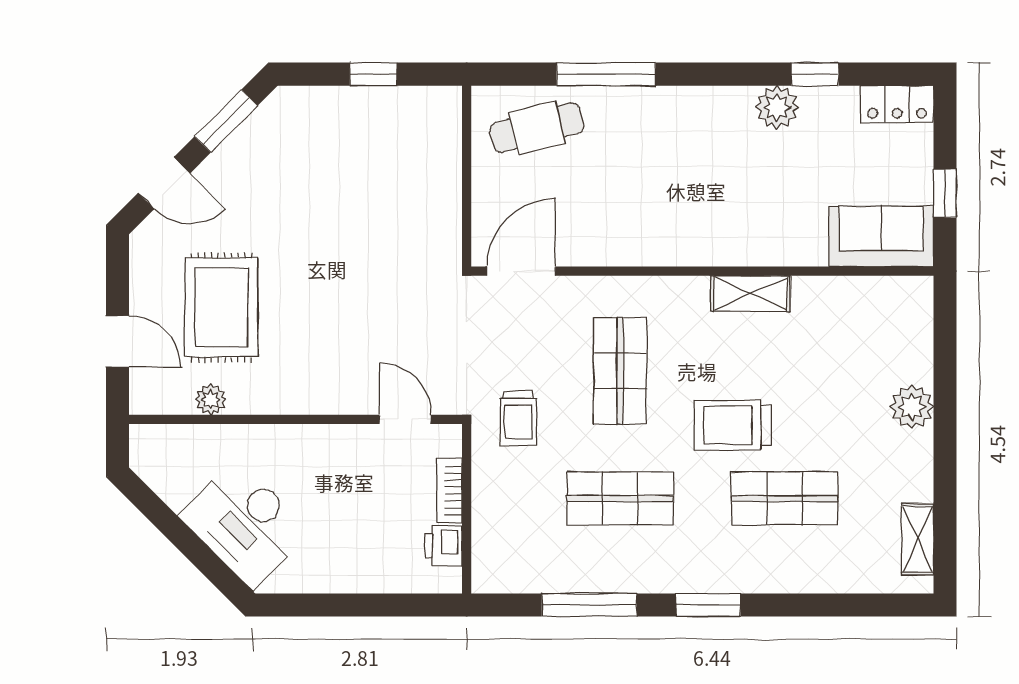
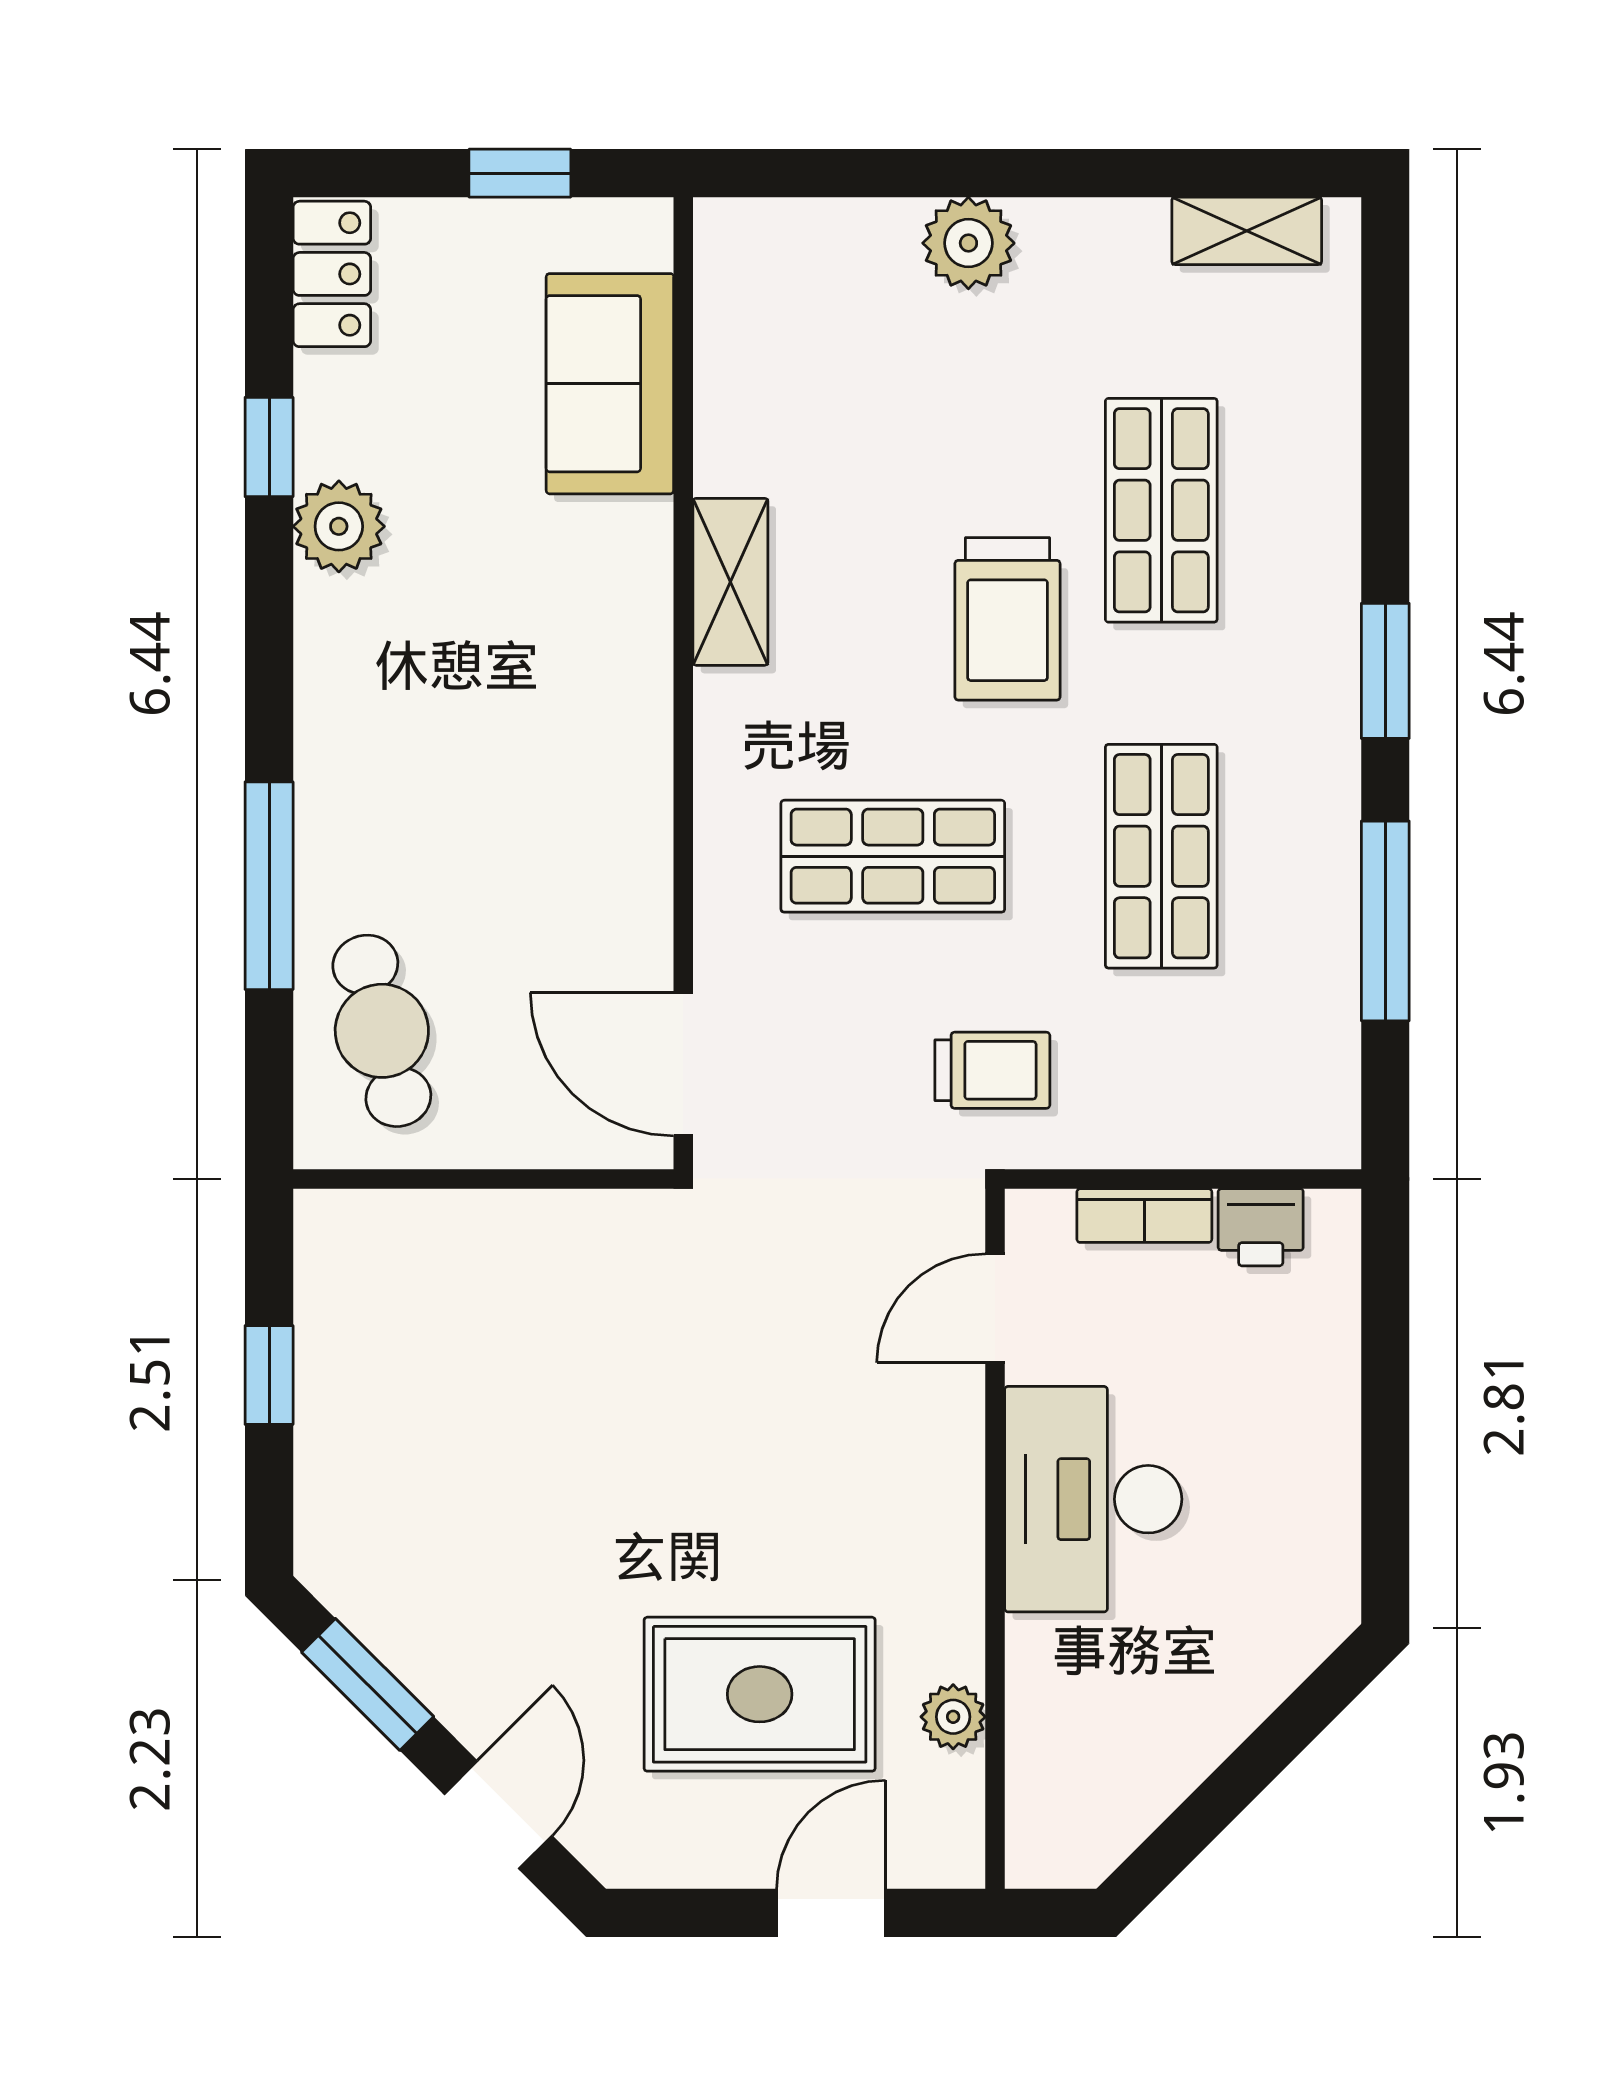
sofa: (881, 236) -> (610, 384), moved
desk: (245, 524) -> (1093, 1499), moved, turned 135

